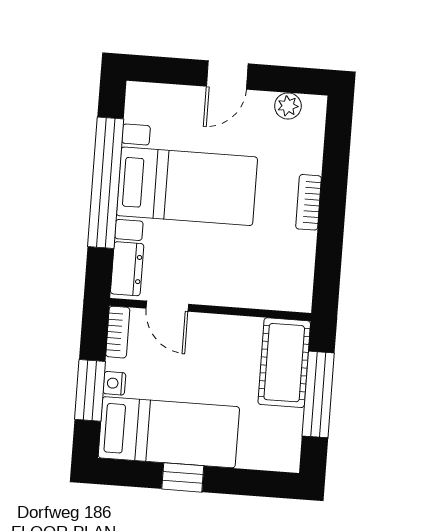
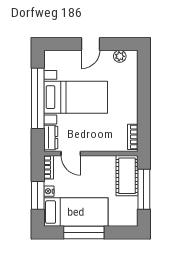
bookcase: (309, 202) -> (133, 137), moved
window: (183, 477) -> (84, 233), width x2.17

